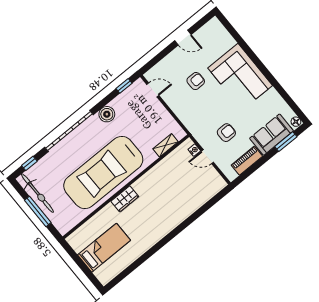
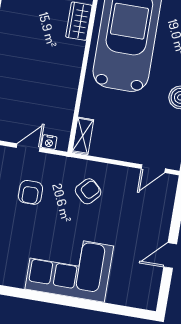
armchair: (196, 81) -> (88, 191), moved, turned -137
shelving: (166, 145) -> (83, 136), moved

